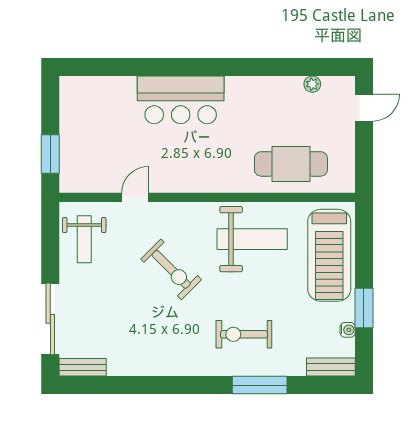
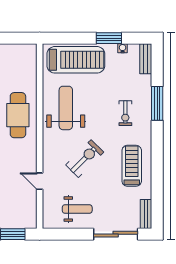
cafe table: (291, 164) -> (18, 115), moved
weight bench: (84, 239) -> (77, 209), moved
exercise bike: (244, 334) -> (125, 113), width x0.73, depth x0.72
treadmill: (160, 345) -> (132, 166), added

